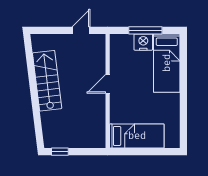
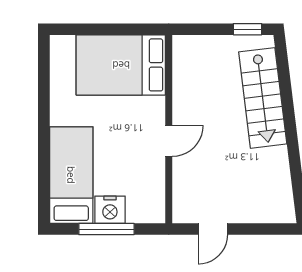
stairs: (47, 81) -> (263, 98), moved
bed: (137, 136) -> (121, 65), width x1.50

